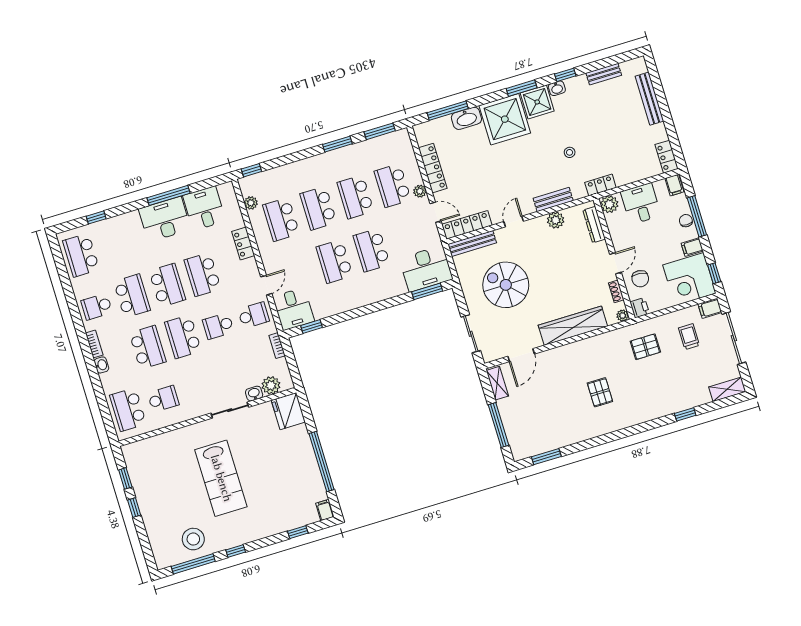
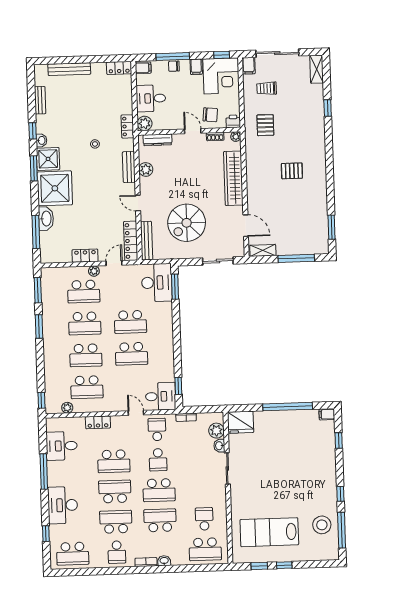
locker: (433, 168) -> (85, 256), width x0.66
desk: (165, 219) -> (63, 505), moved
lab bench: (221, 478) -> (269, 532), moved, turned 180

